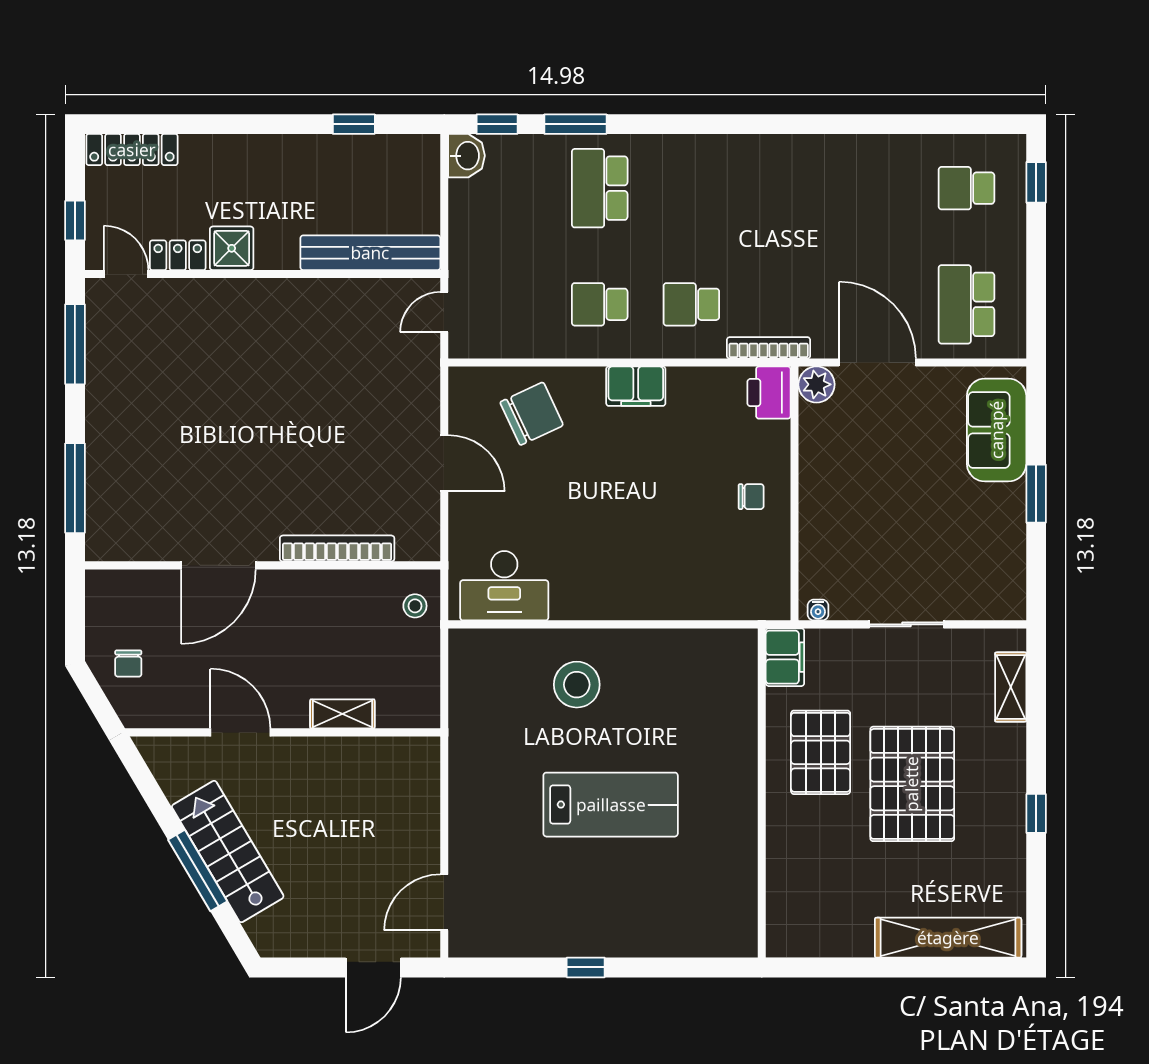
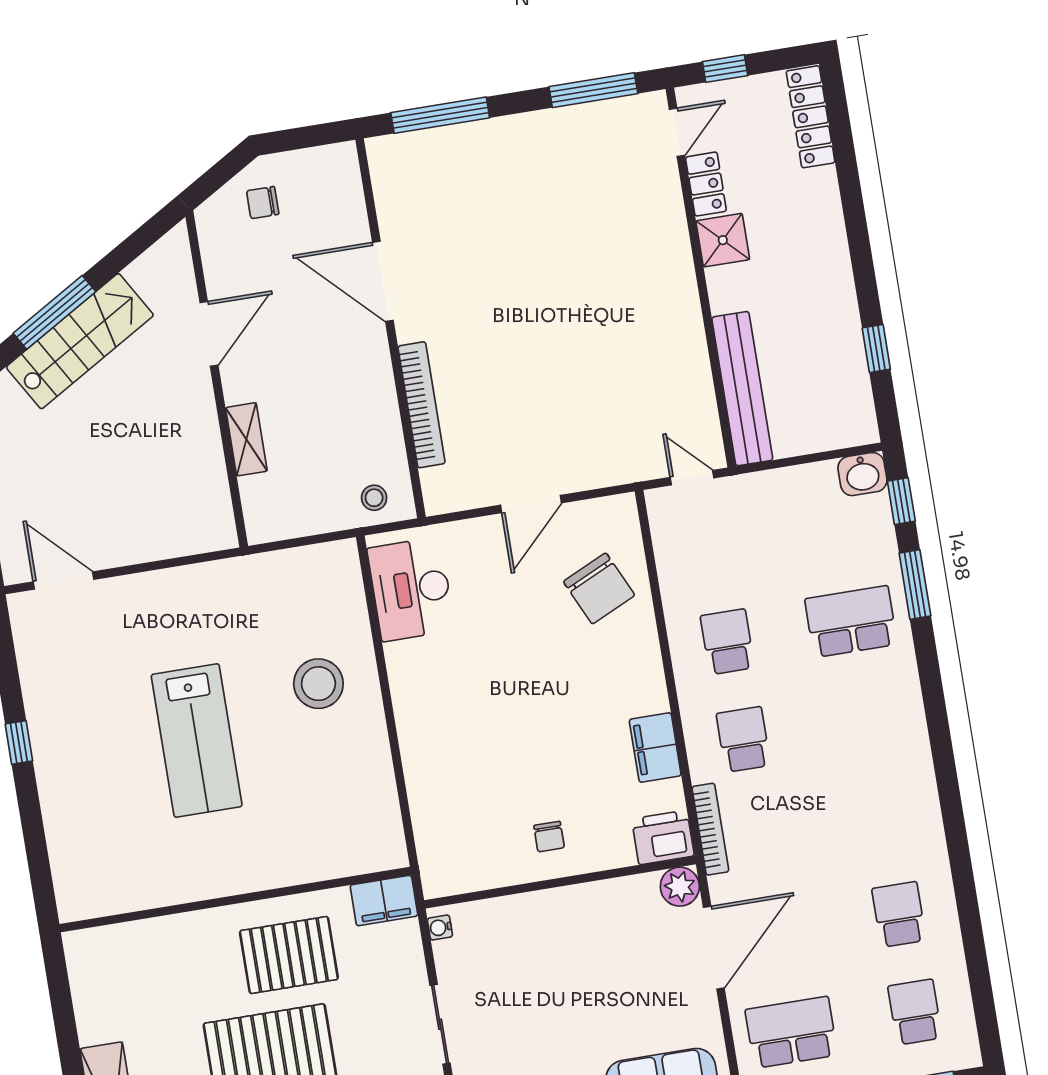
school desk: (875, 188) -> (899, 914), added
filing cabinet: (636, 386) -> (655, 748), moved

